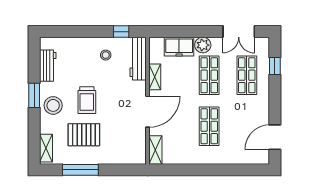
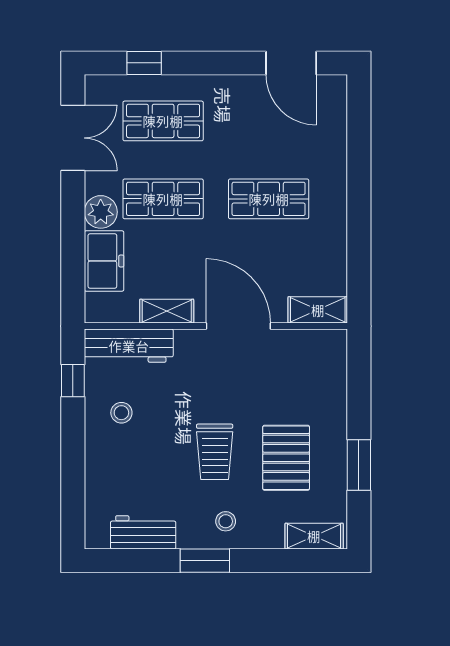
trolley: (87, 100) -> (215, 452), turned 90
stool: (53, 105) -> (226, 521), width x0.53, depth x0.53
window: (80, 170) -> (359, 465), width x0.69

